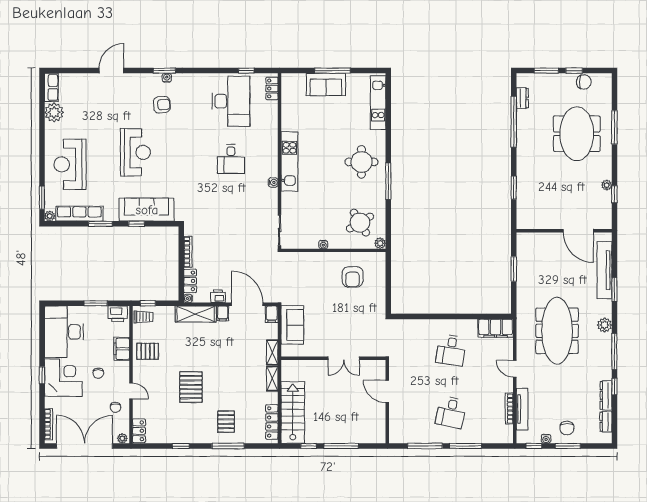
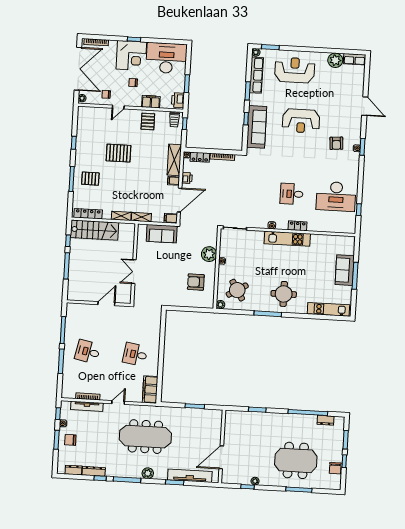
locker: (272, 88) -> (298, 226), moved
plant: (315, 262) -> (209, 254), added
locker: (139, 431) -> (87, 111), removed

